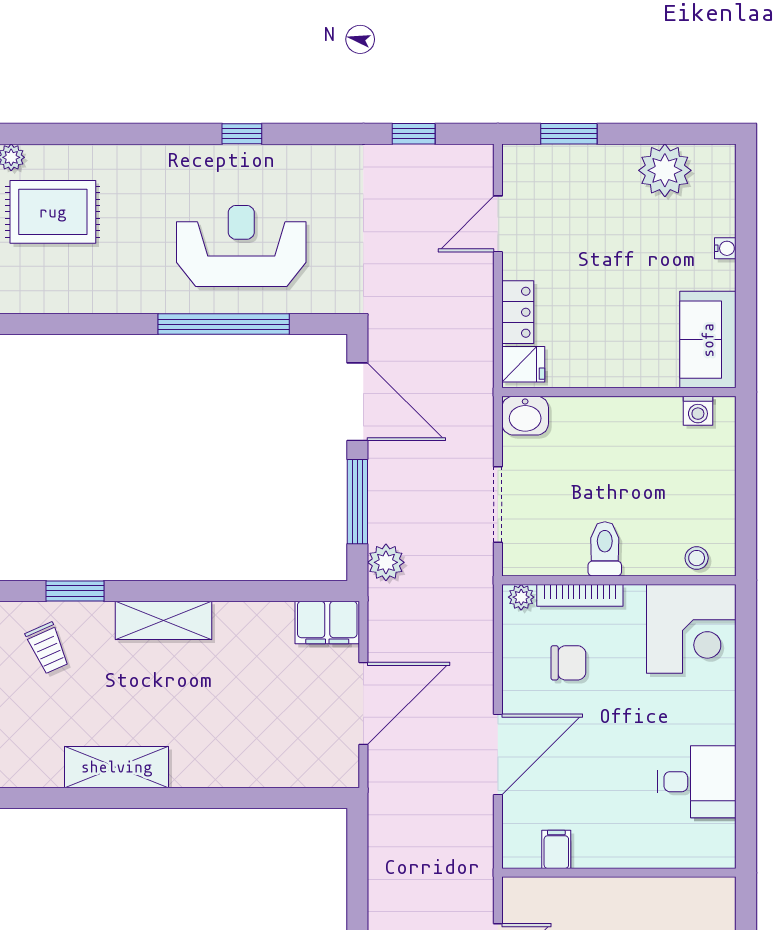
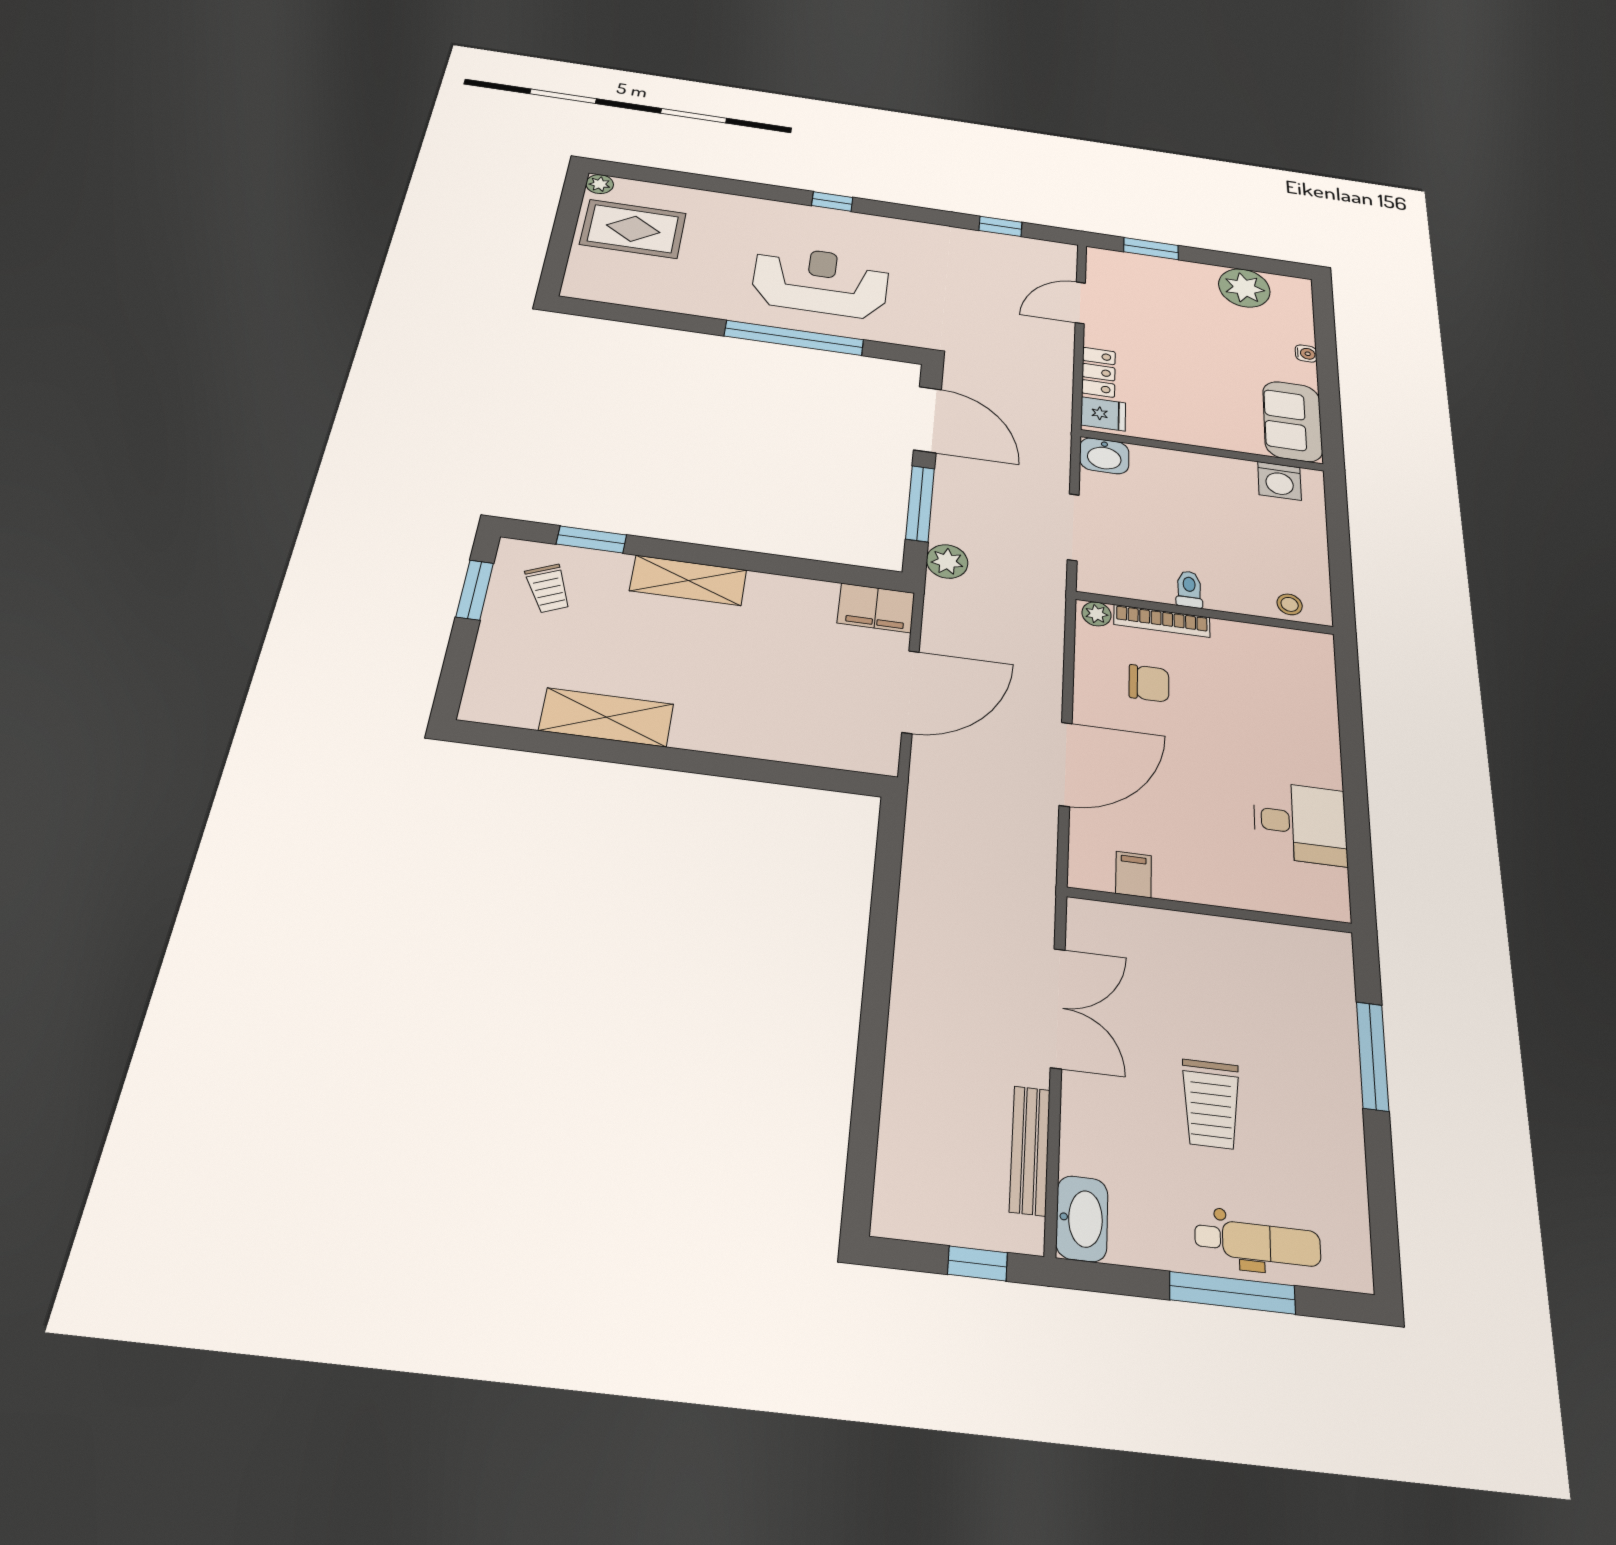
washing machine: (698, 411) -> (1279, 481), width x1.38, depth x1.38
toilet: (605, 549) -> (1189, 589), width x0.73, depth x0.72
corner desk: (691, 629) -> (1287, 669), removed

